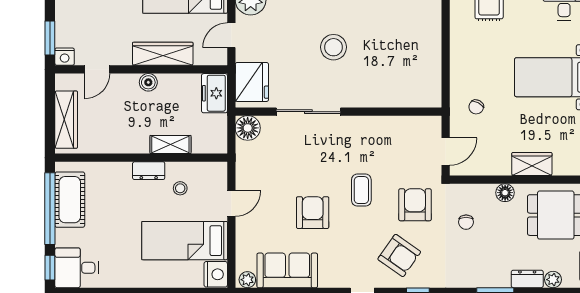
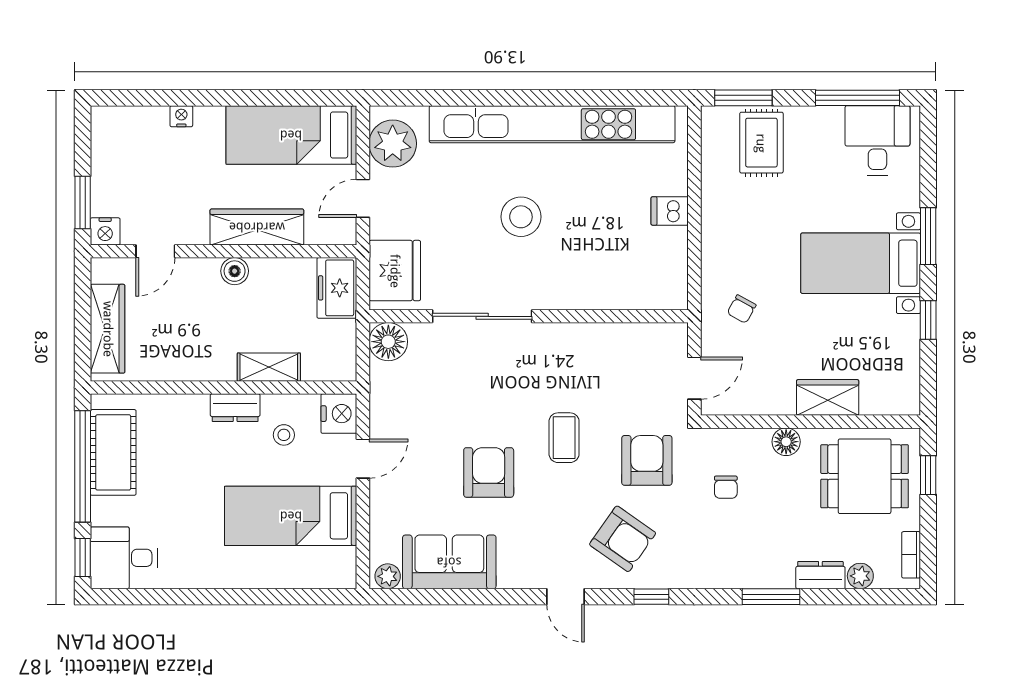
dishwasher: (430, 43) -> (670, 211), added
nightstand: (216, 274) -> (339, 414), moved

